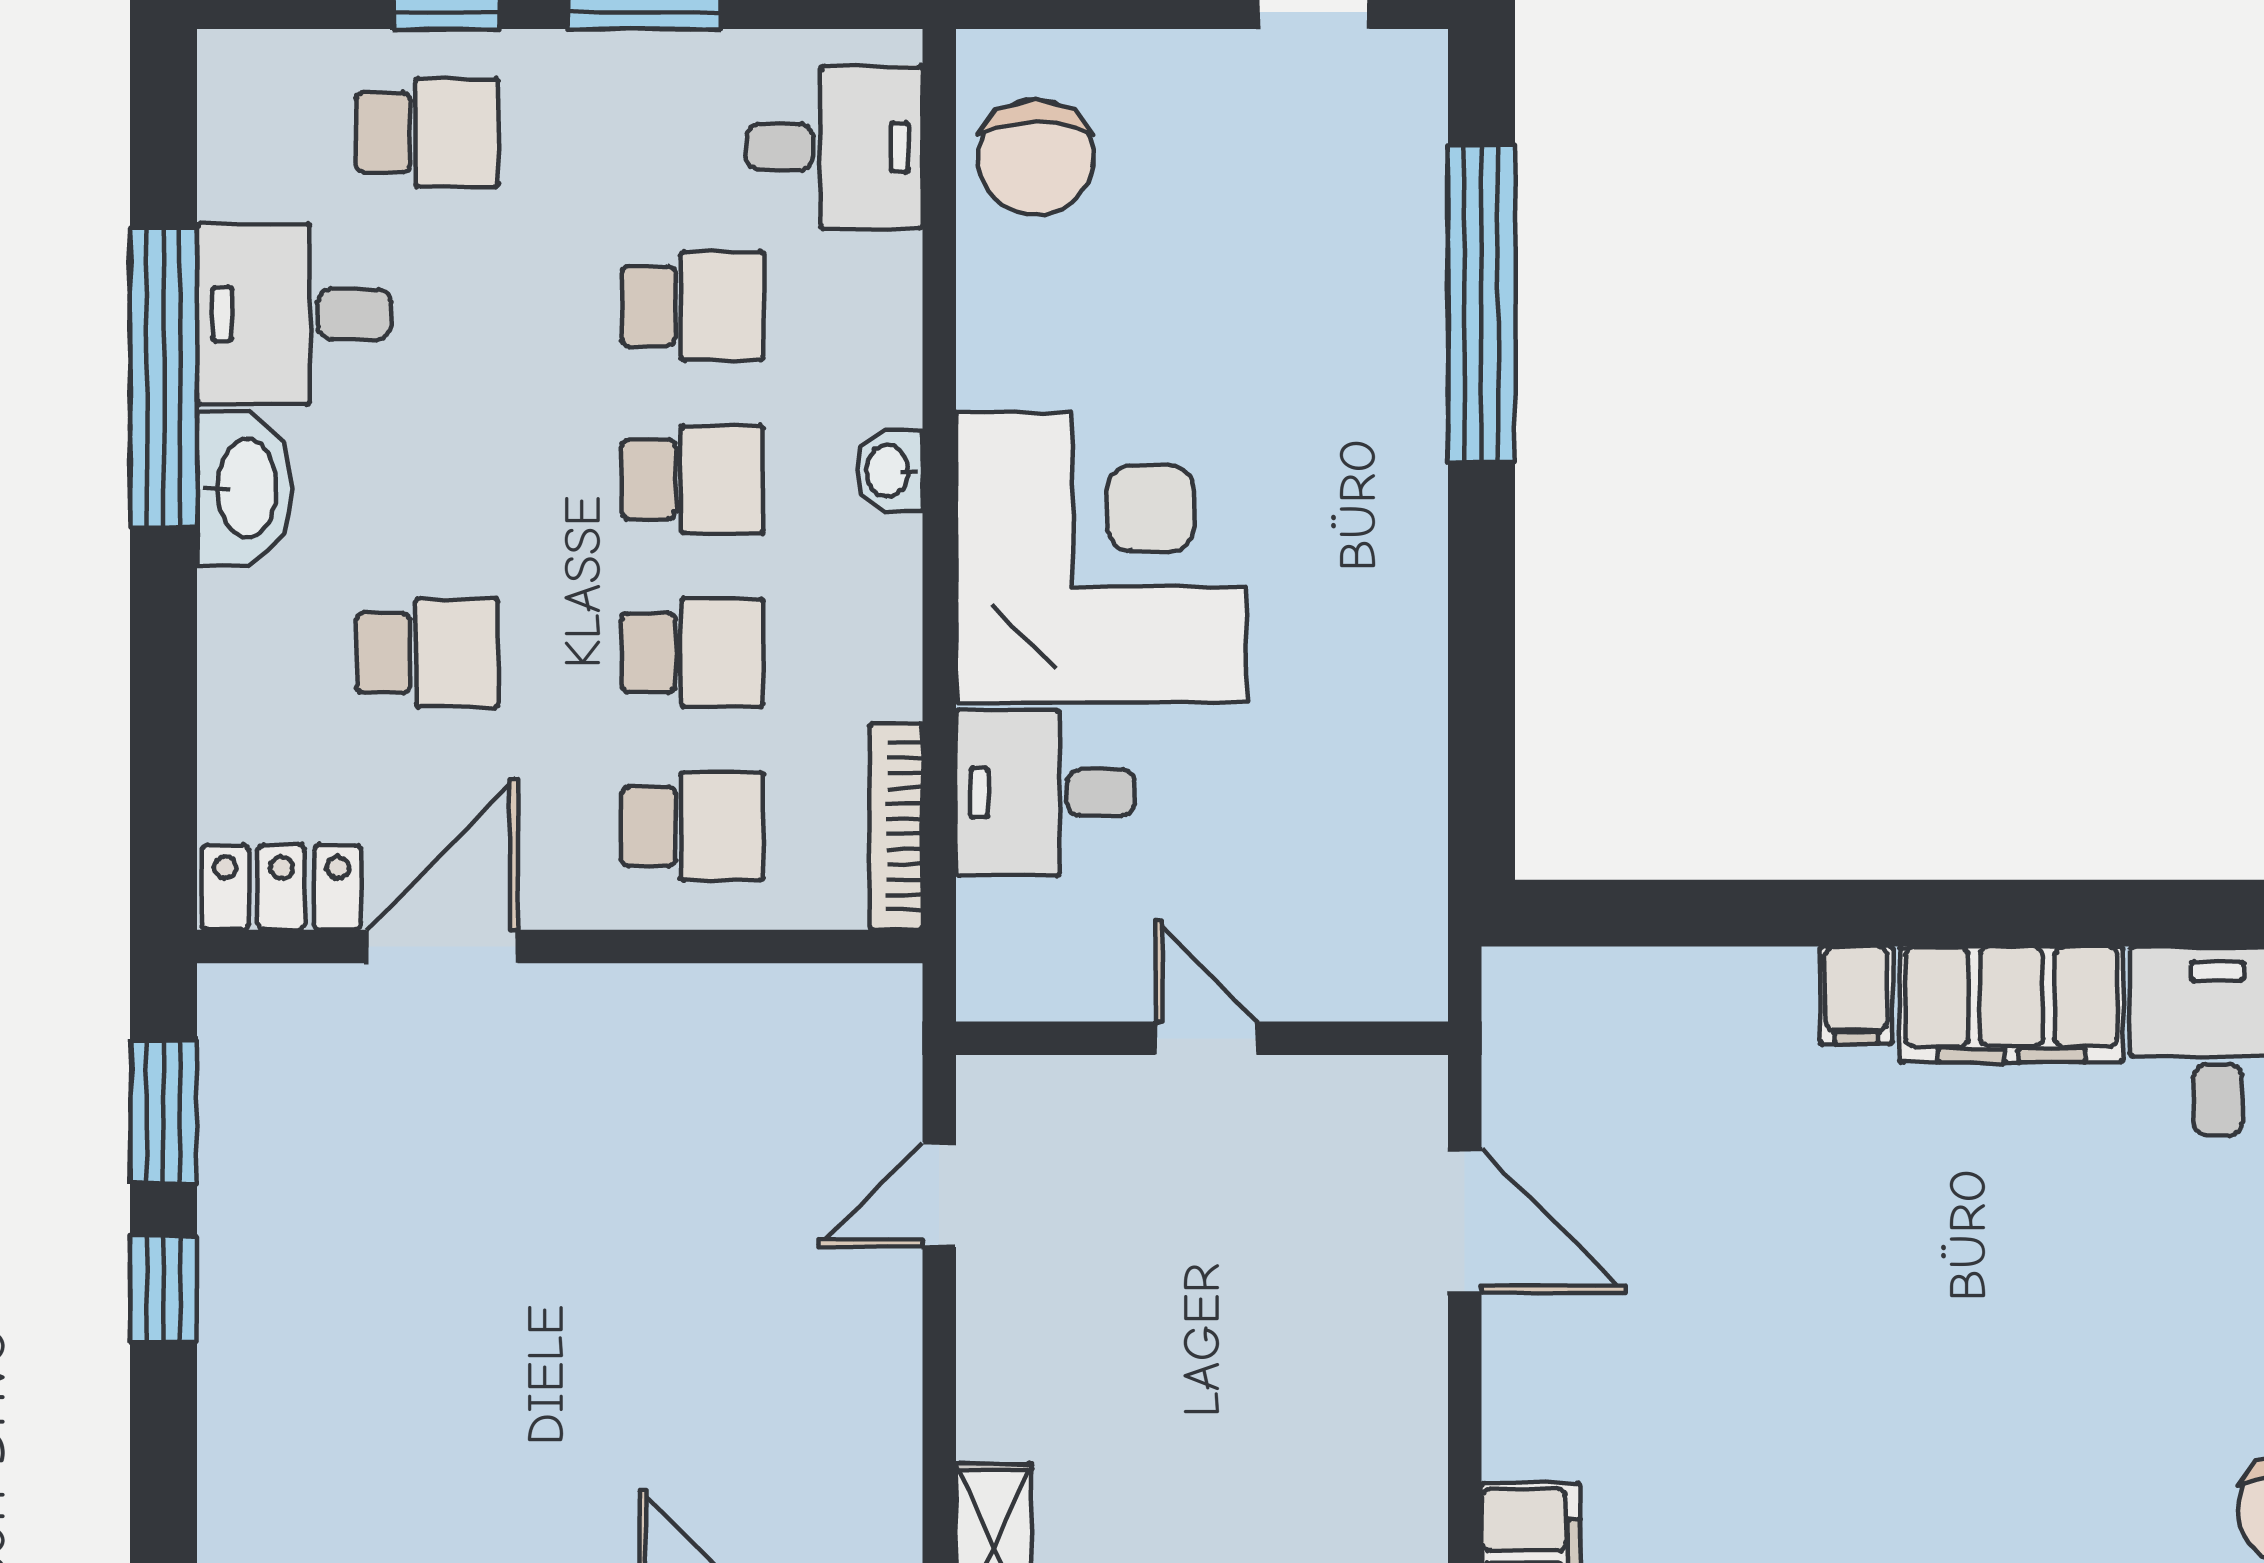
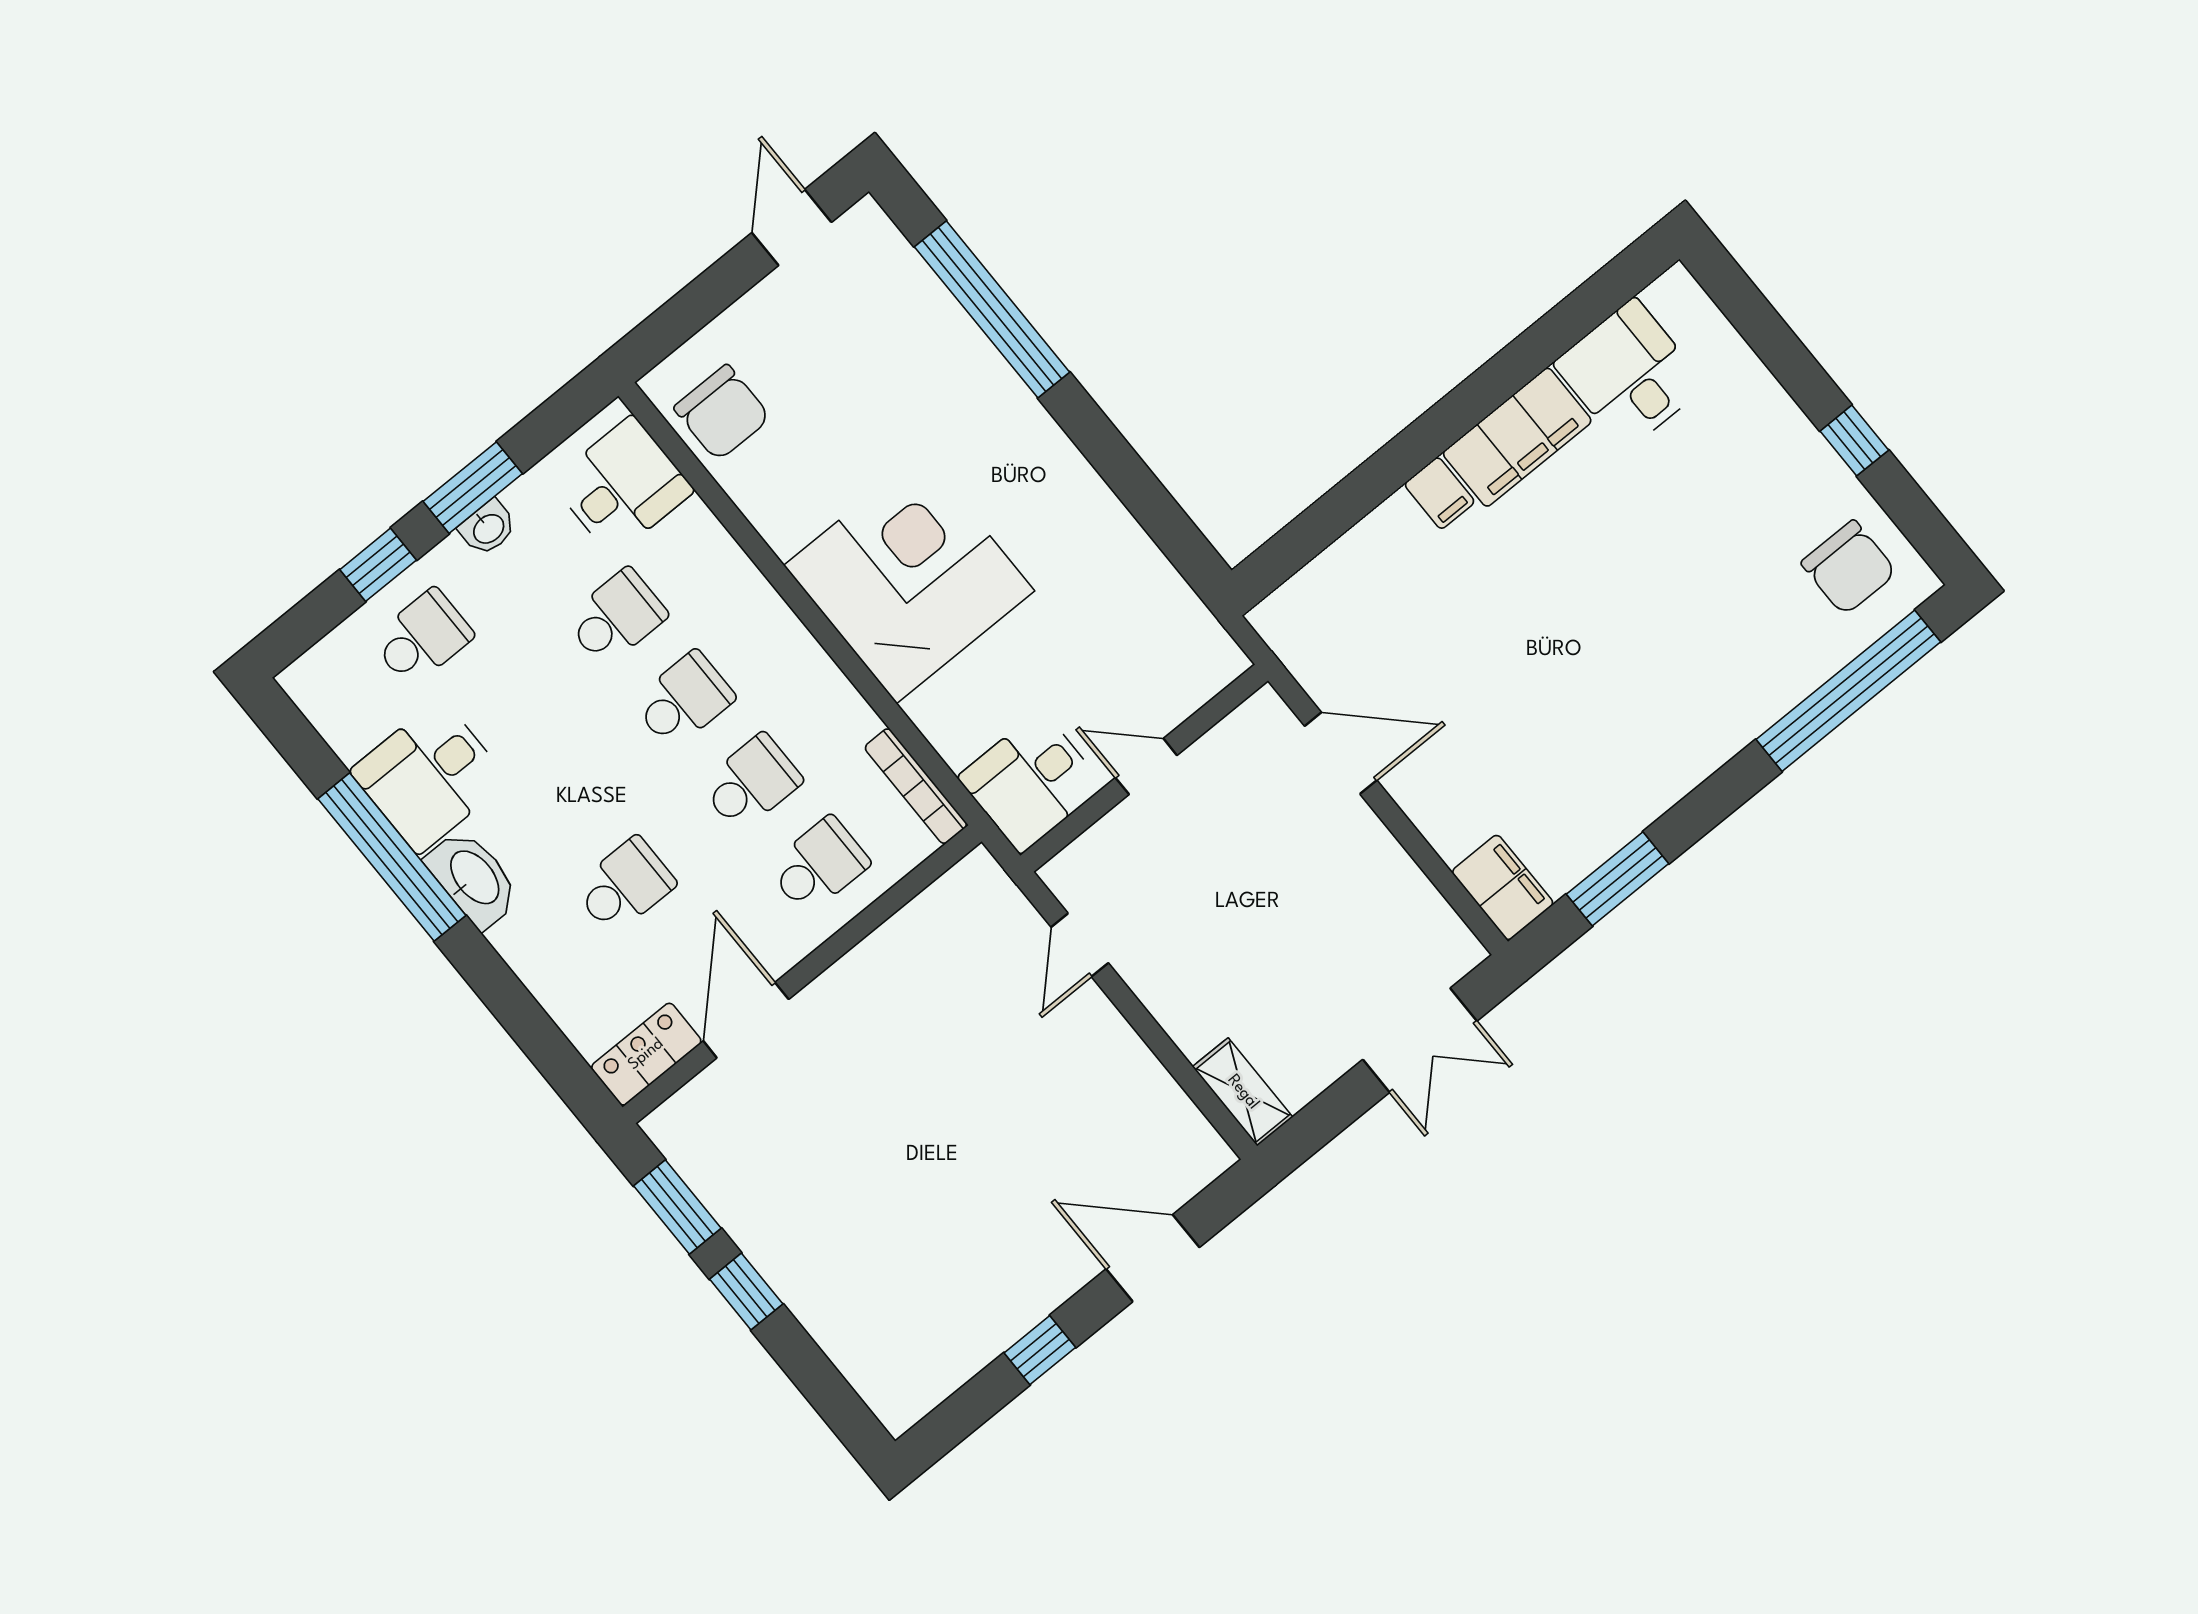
washbasin: (890, 471) -> (488, 528), moved, turned -90
desk: (1045, 793) -> (1031, 782), moved

